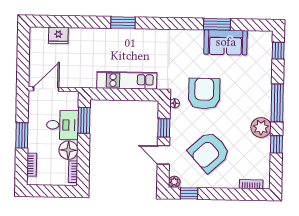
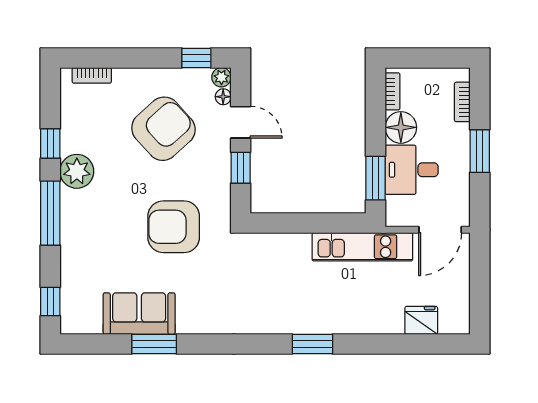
kitchen unit: (127, 80) -> (362, 247), moved
armchair: (204, 94) -> (174, 227), turned 90
floor lamp: (175, 103) -> (223, 97), moved

